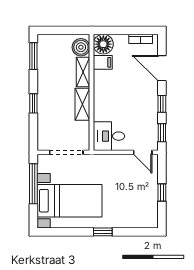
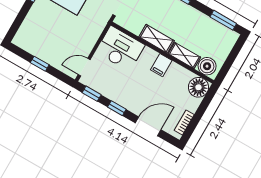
filing cabinet: (103, 62) -> (161, 65), moved
desk: (109, 136) -> (120, 49), width x1.37

